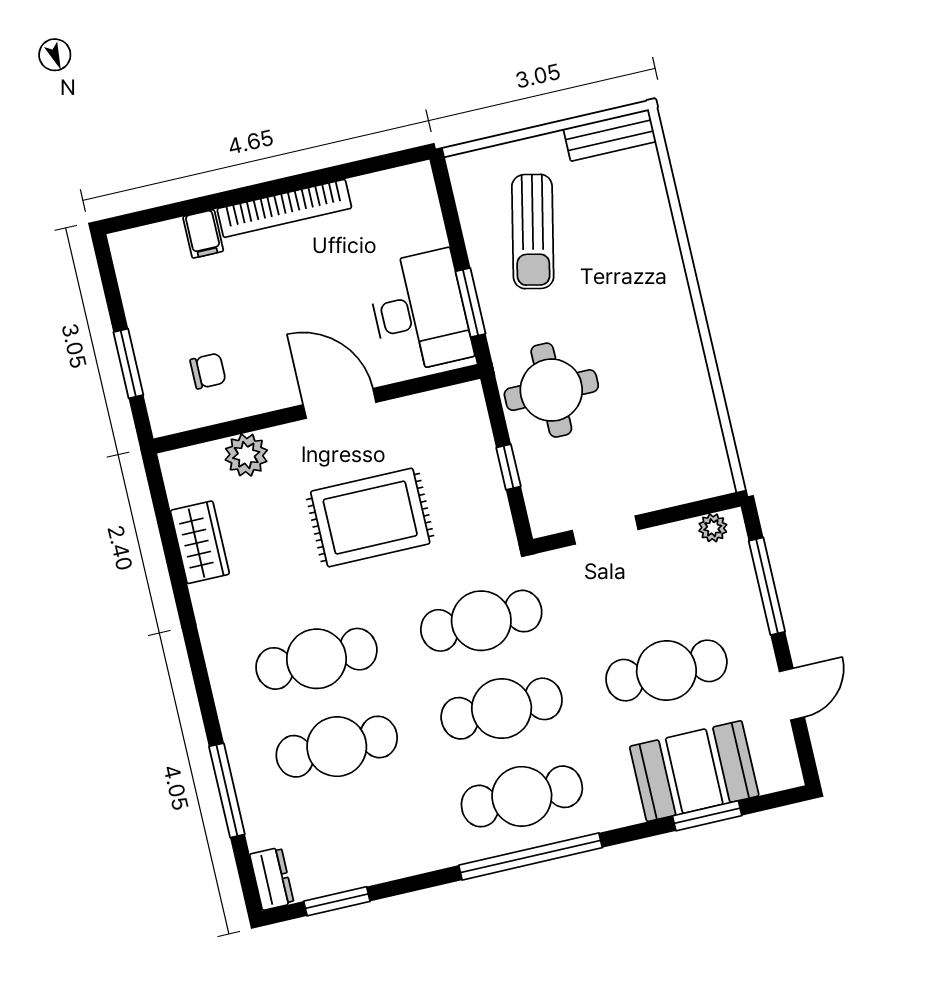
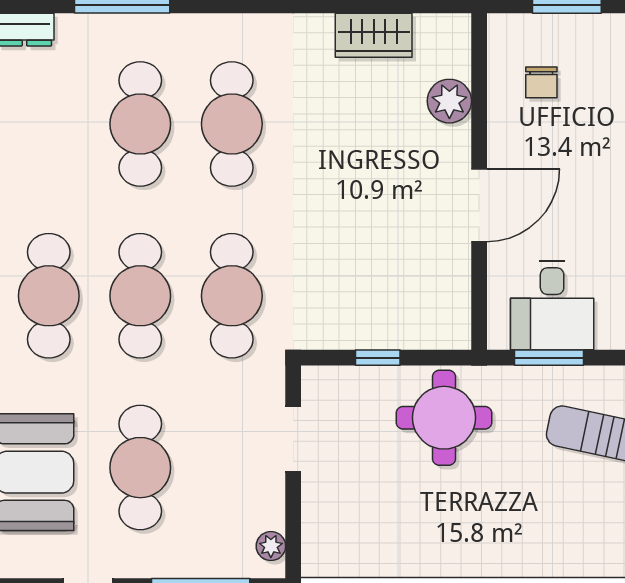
desk: (419, 311) -> (552, 305), width x0.73
rug: (370, 518) -> (359, 209), removed

